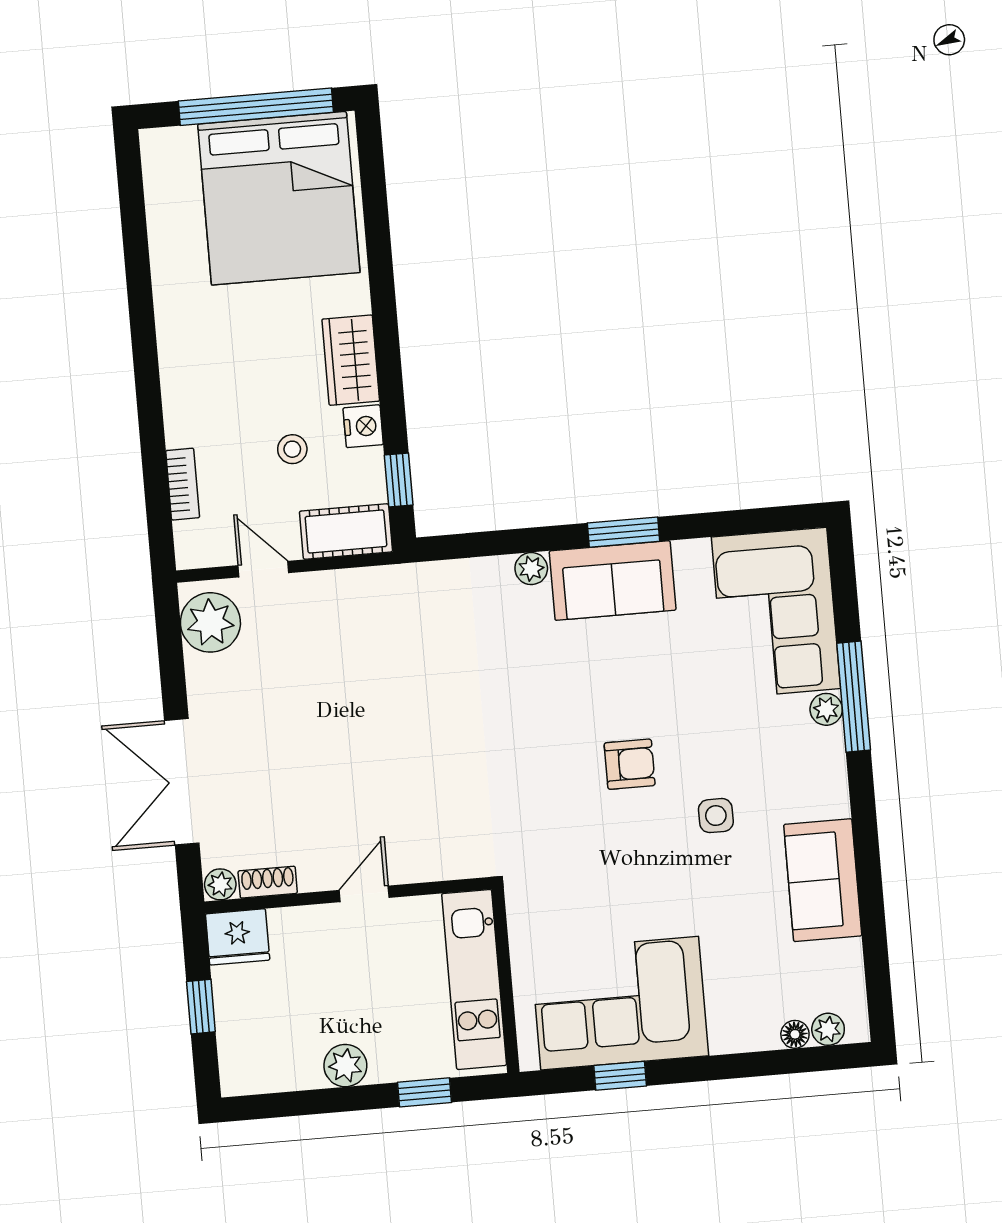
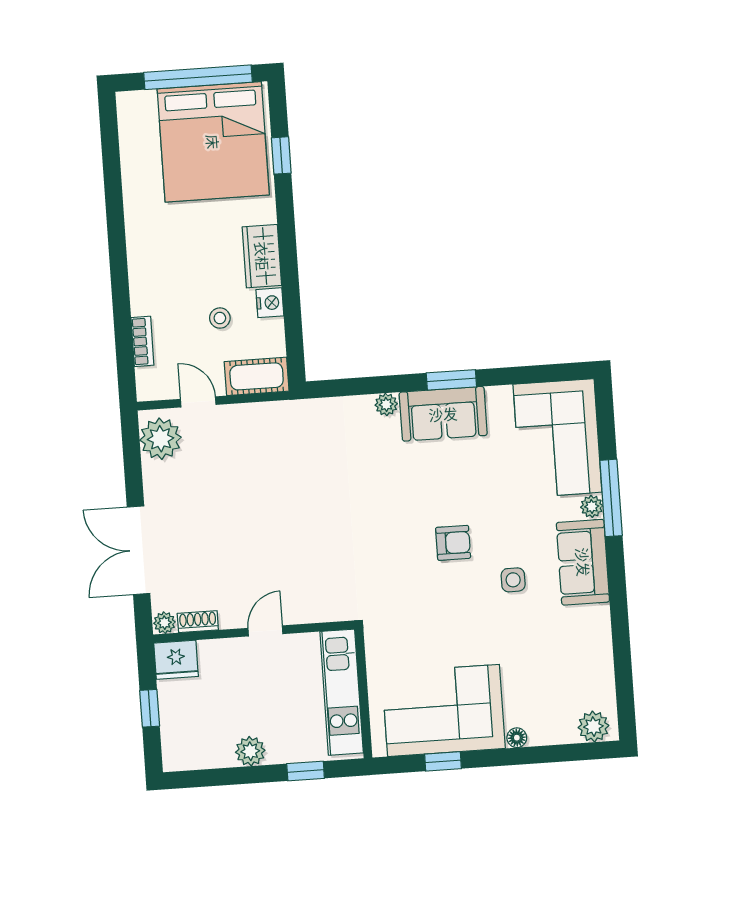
window: (399, 480) -> (281, 155), moved
sofa: (823, 880) -> (583, 562), moved
plant: (828, 1029) -> (593, 727), width x1.38, depth x1.38
floor lamp: (795, 1034) -> (517, 738), moved

